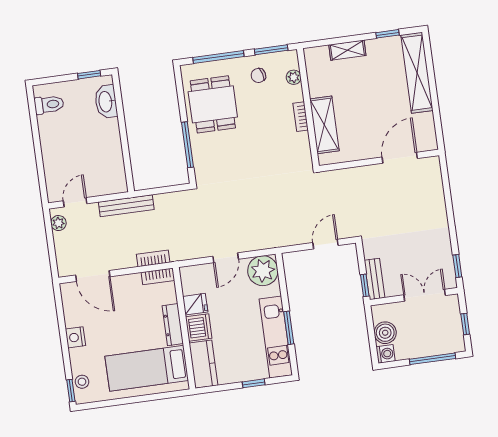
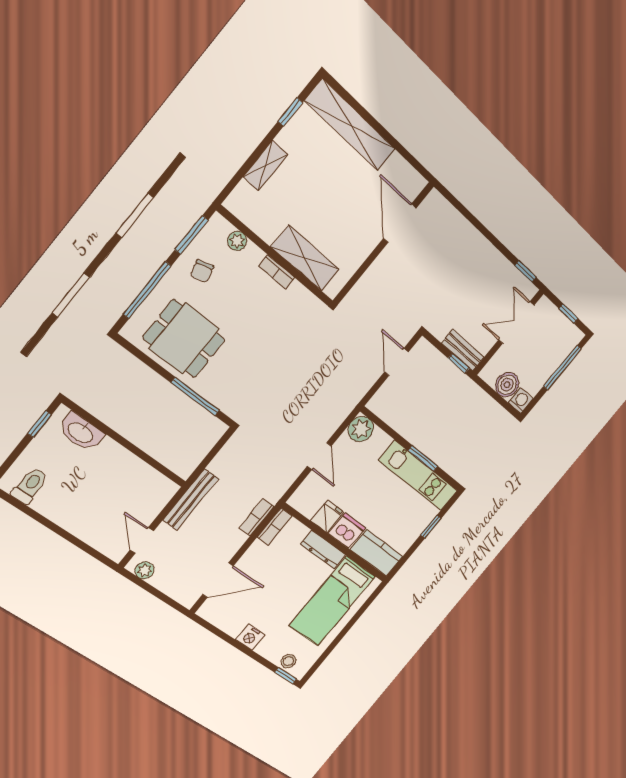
plant: (263, 271) -> (361, 429), width x0.73, depth x0.73

